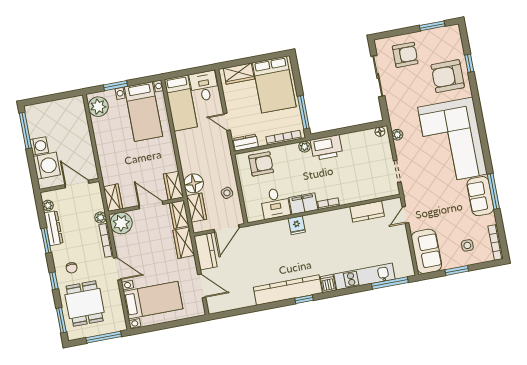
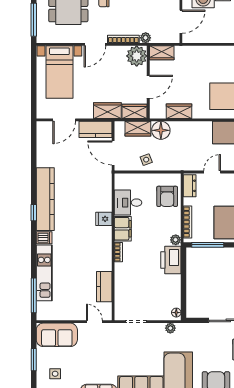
wardrobe: (174, 186) -> (179, 111), moved

